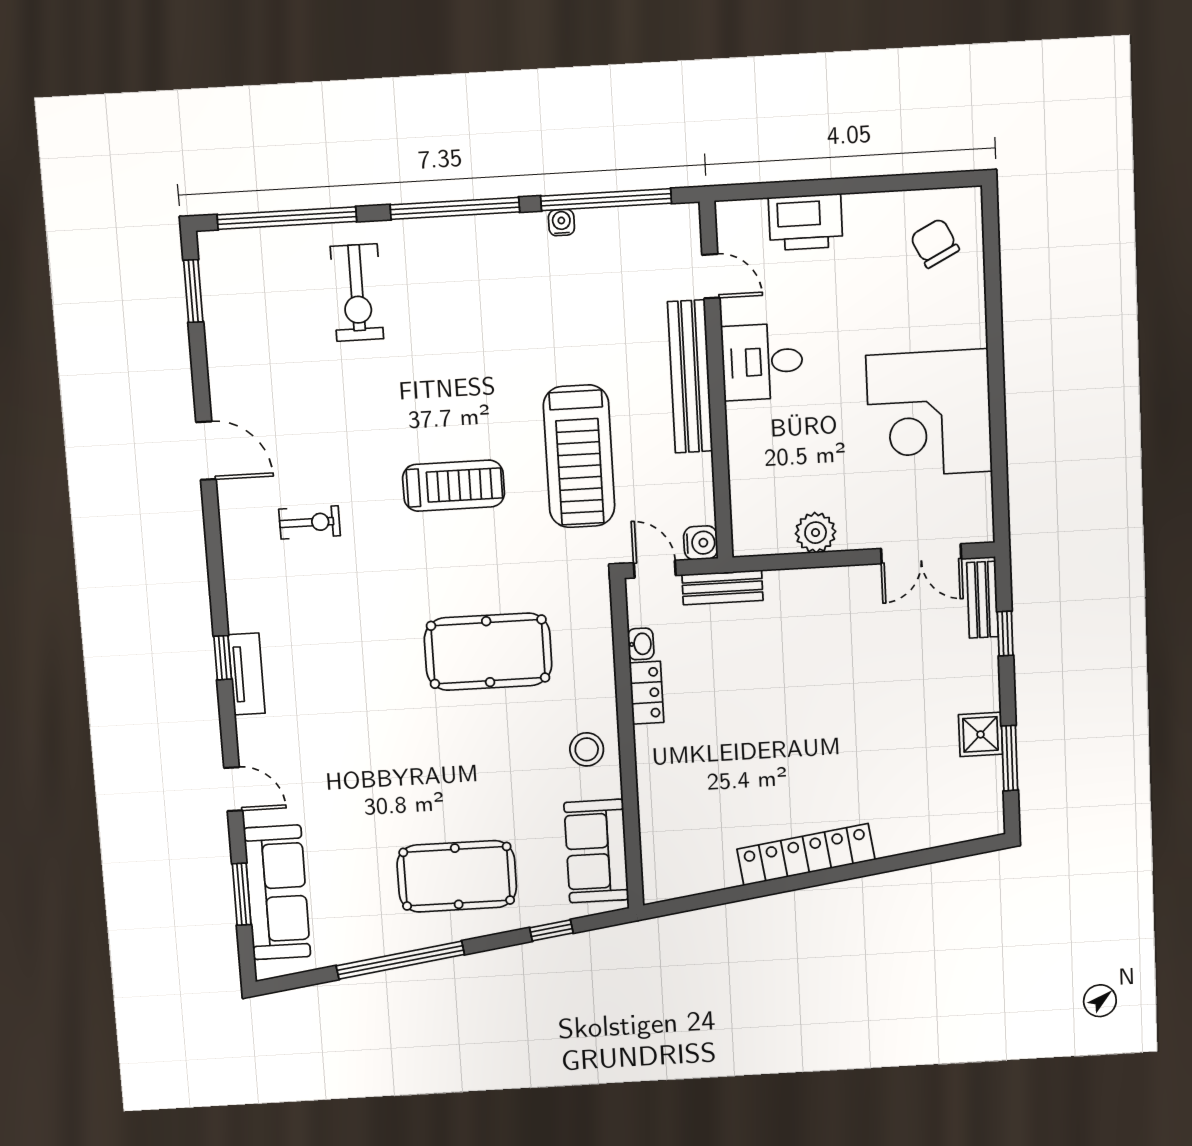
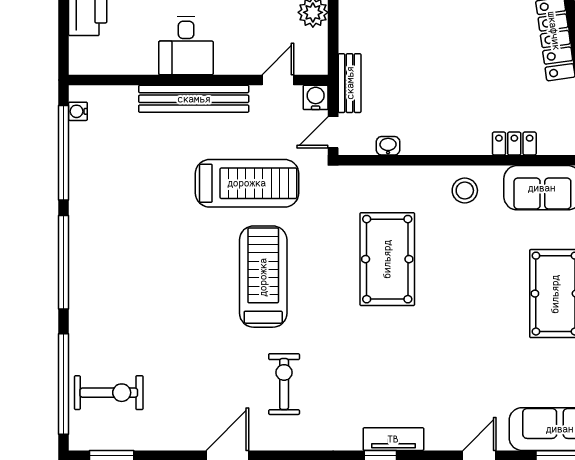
water cooler: (561, 223) -> (78, 111), moved
door: (711, 276) -> (278, 80), moved
exercise bike: (357, 293) -> (109, 393), moved
treadmill: (454, 486) -> (263, 277), width x1.37, depth x1.38
exercise bike: (310, 522) -> (284, 384), width x1.38, depth x1.39
locker: (647, 693) -> (514, 144), moved

